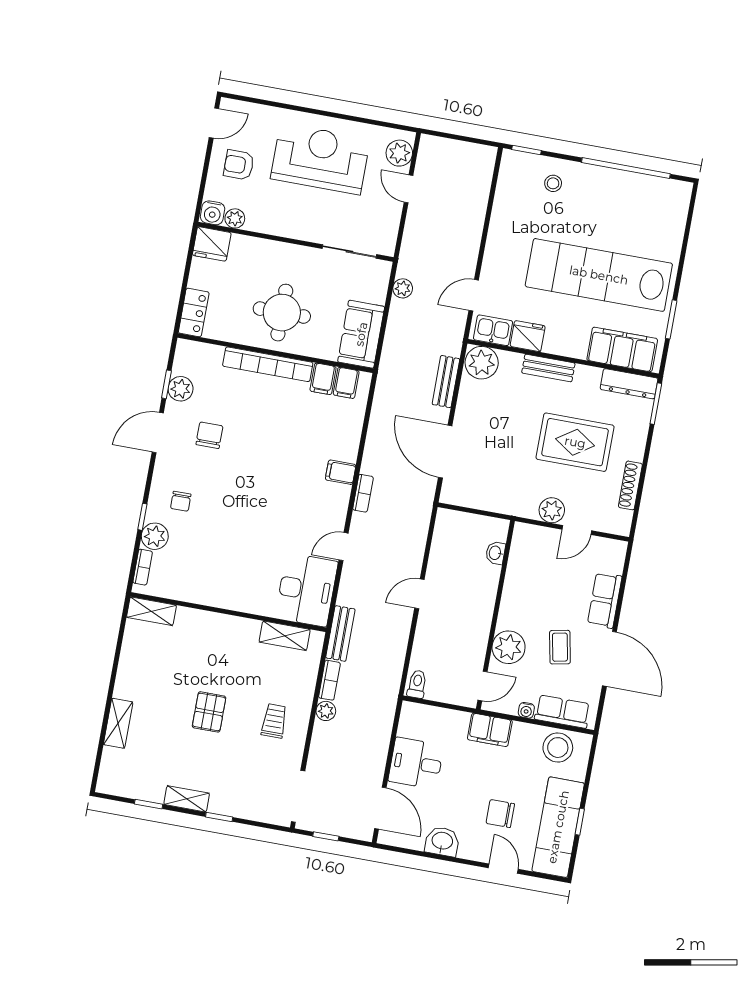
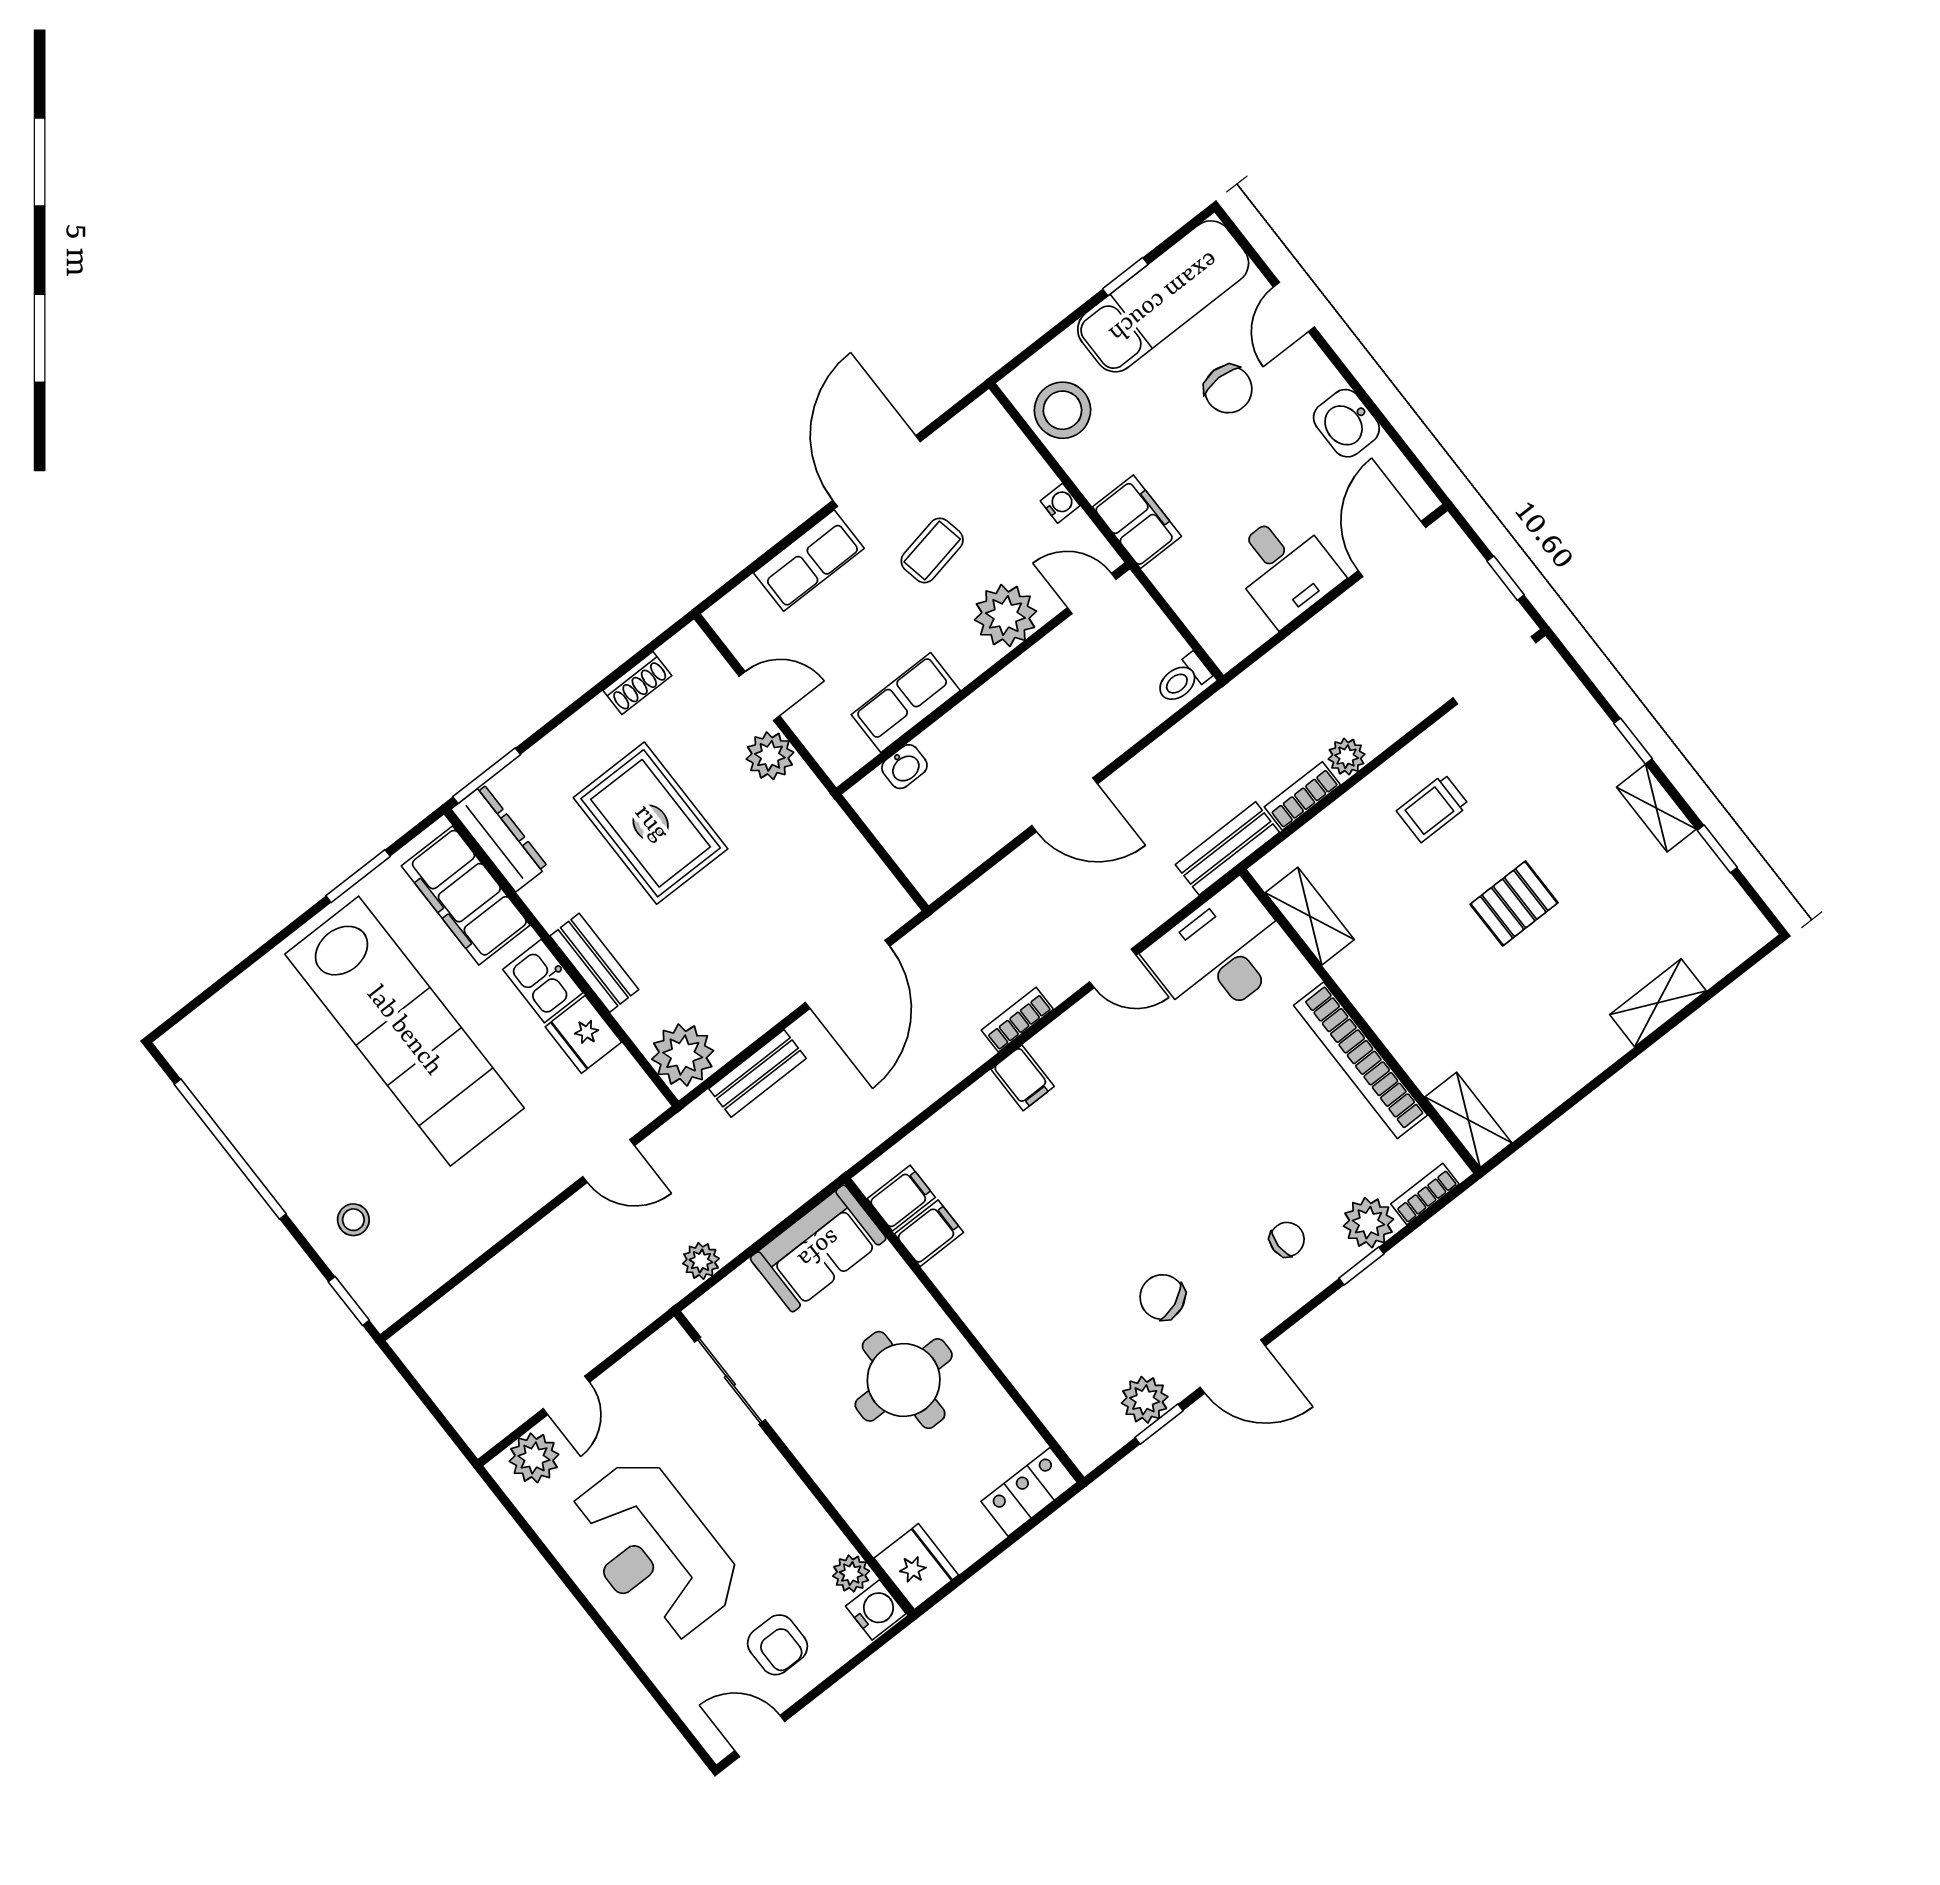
kitchen sink: (493, 330) -> (543, 981), moved
bookcase: (268, 364) -> (1361, 1060), moved, turned 180
chair: (209, 435) -> (1162, 1297), turned 67
shoe rack: (630, 485) -> (637, 683), width x0.70
door: (419, 594) -> (1065, 805), width x1.38
row of seats: (562, 712) -> (906, 703), moved, turned 90

